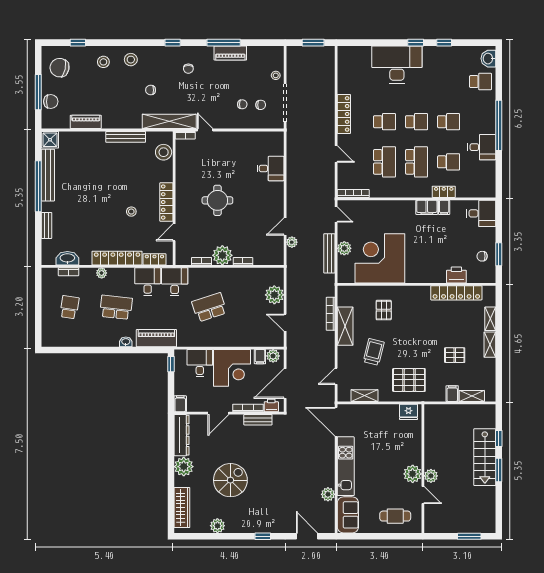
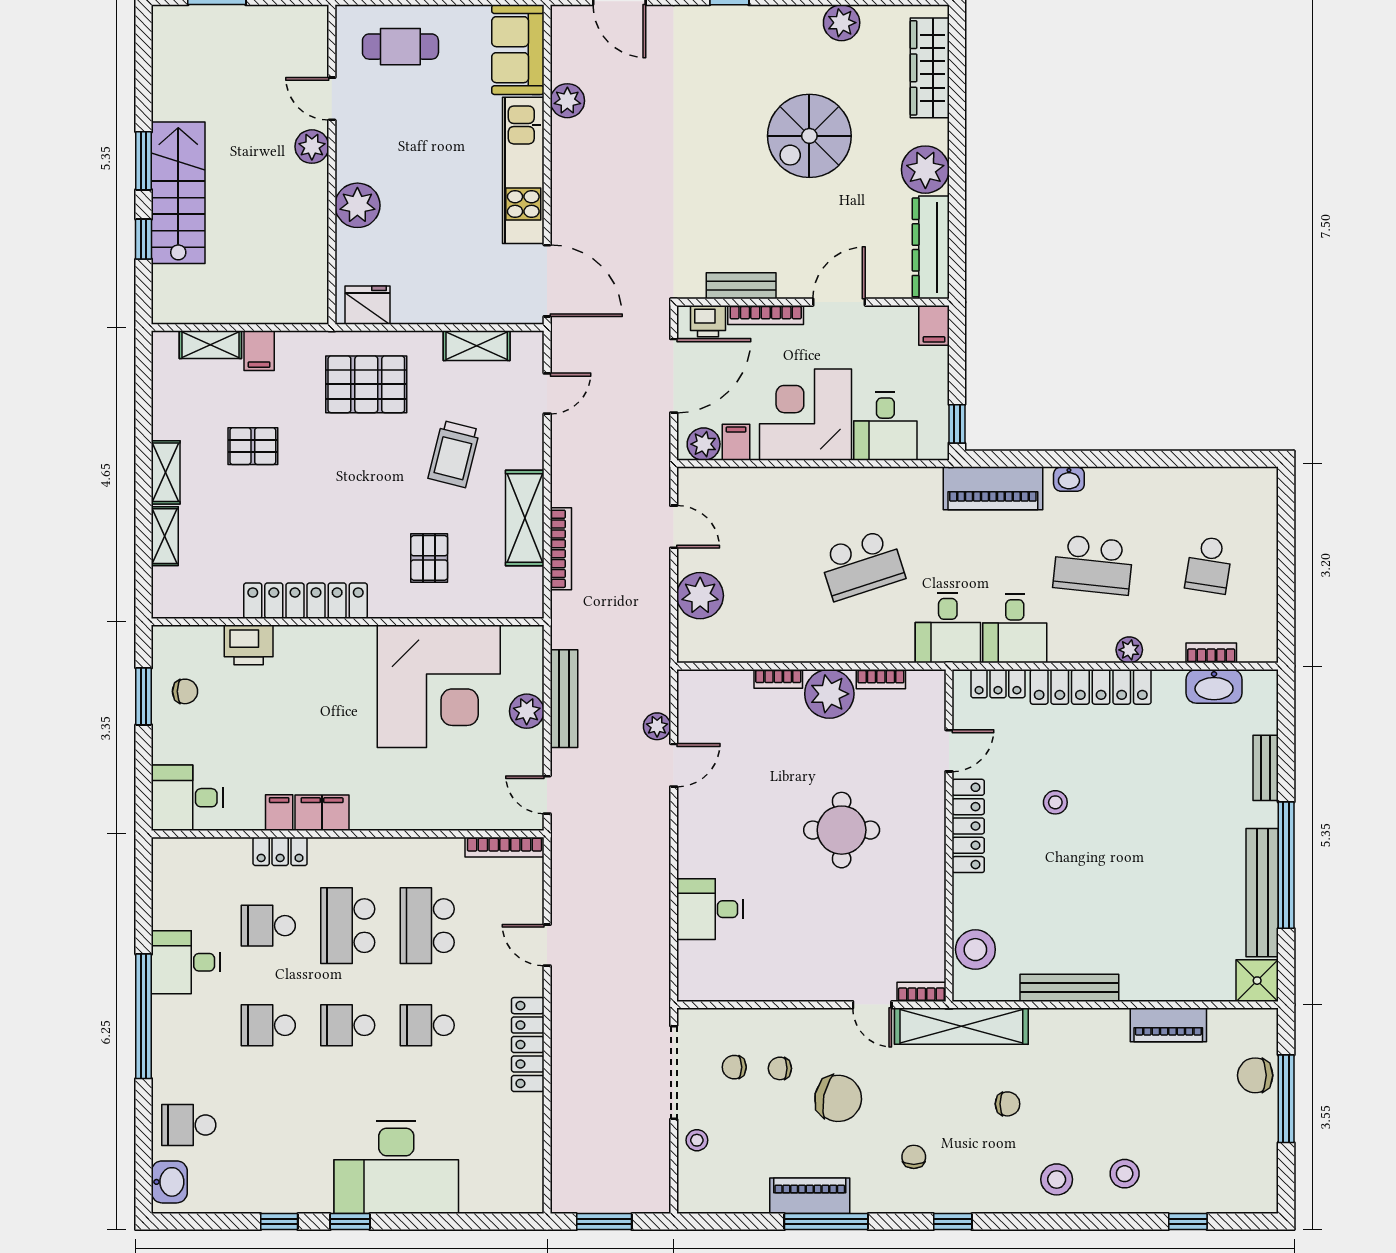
chair: (60, 68) -> (838, 1098), moved
locker: (456, 293) -> (305, 601), moved
plant: (413, 474) -> (357, 205), moved

